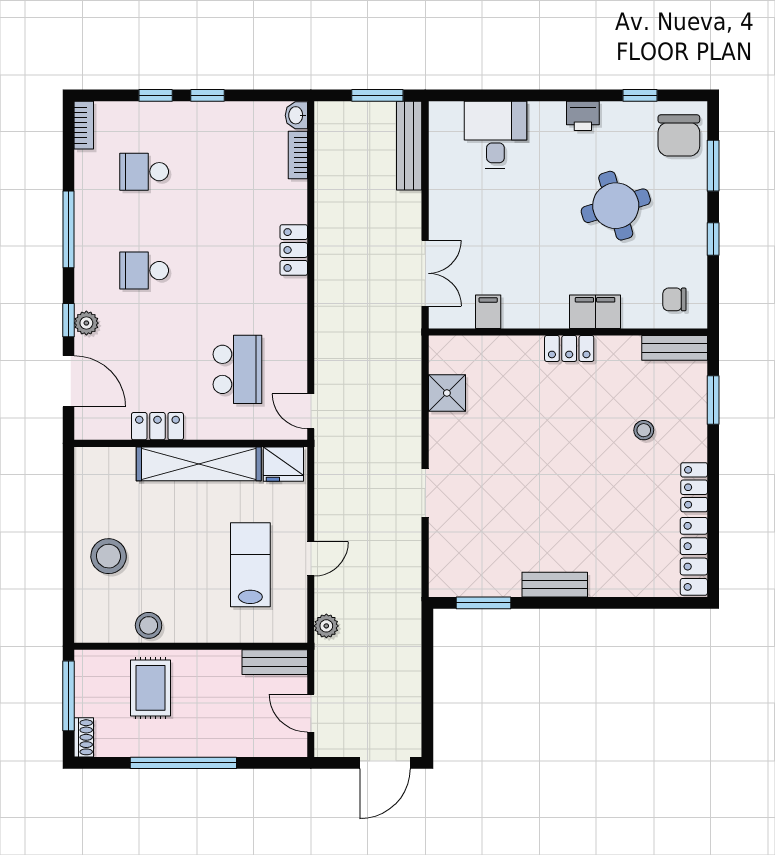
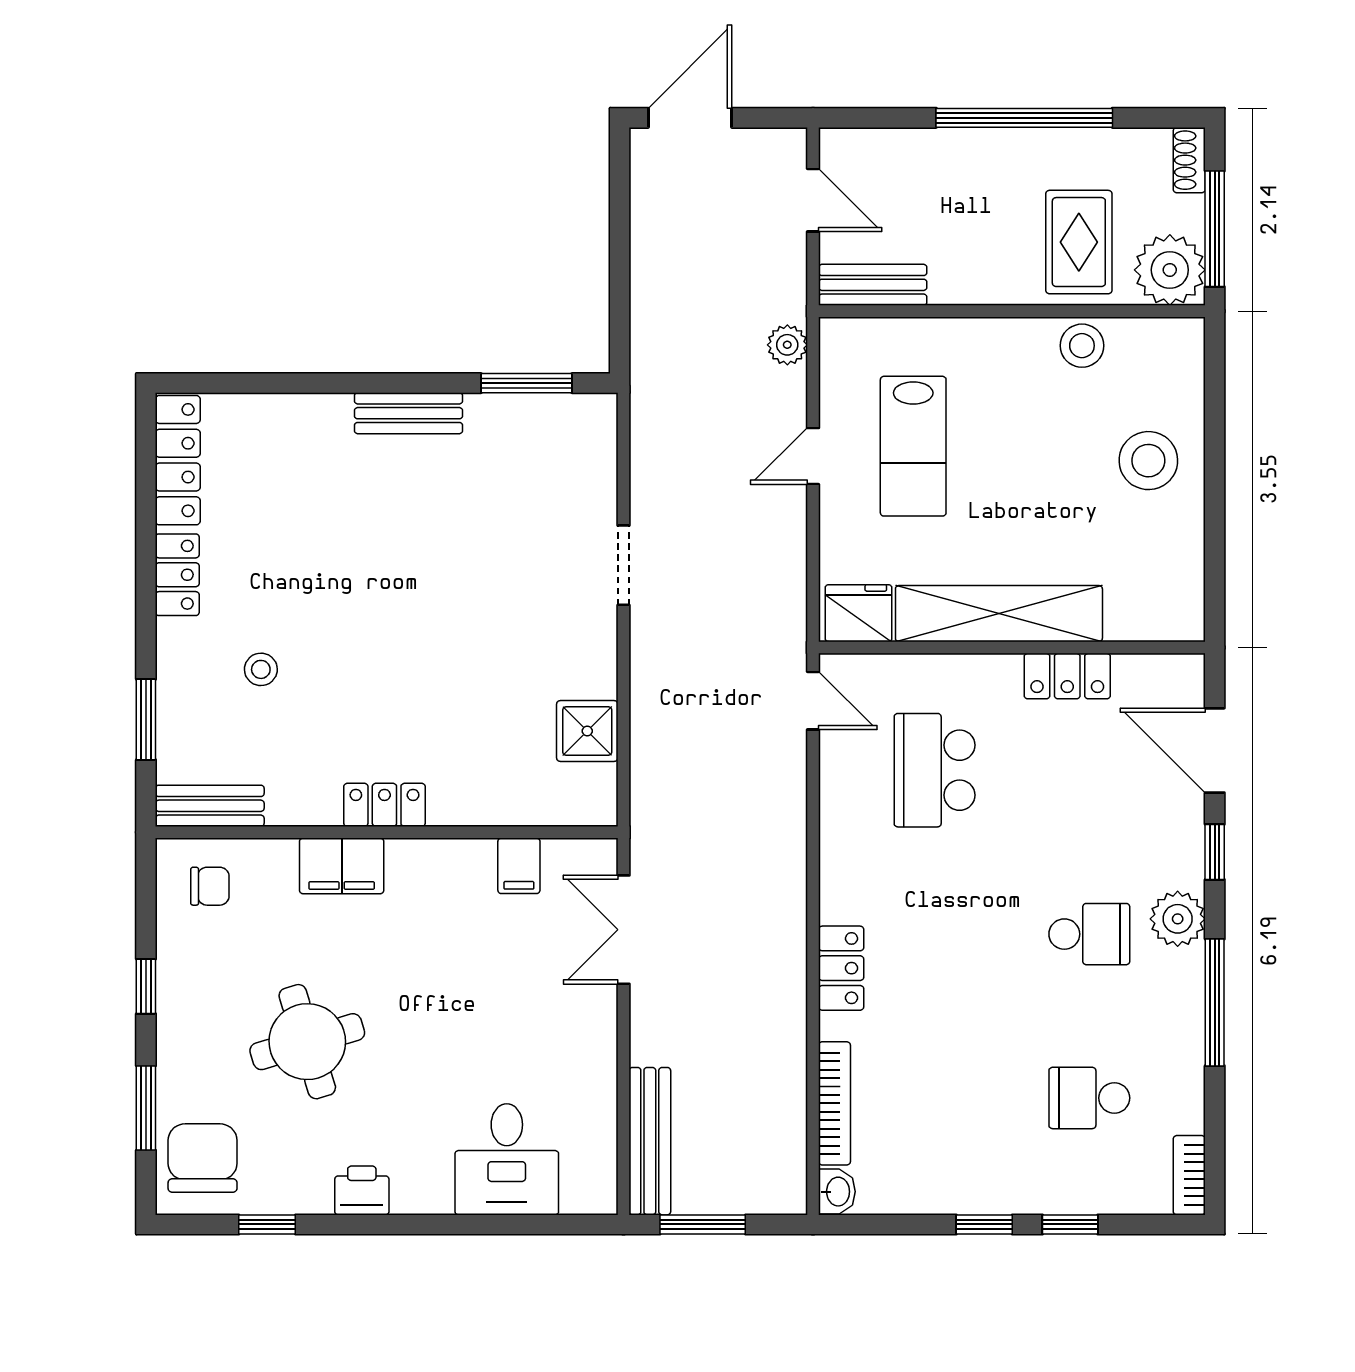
bookcase: (298, 155) -> (834, 1103), width x1.56
school desk: (144, 172) -> (1089, 1098), turned 180
plant: (86, 323) -> (1178, 919), moved, width x1.38, depth x1.38
plant: (96, 671) -> (1170, 270), added

